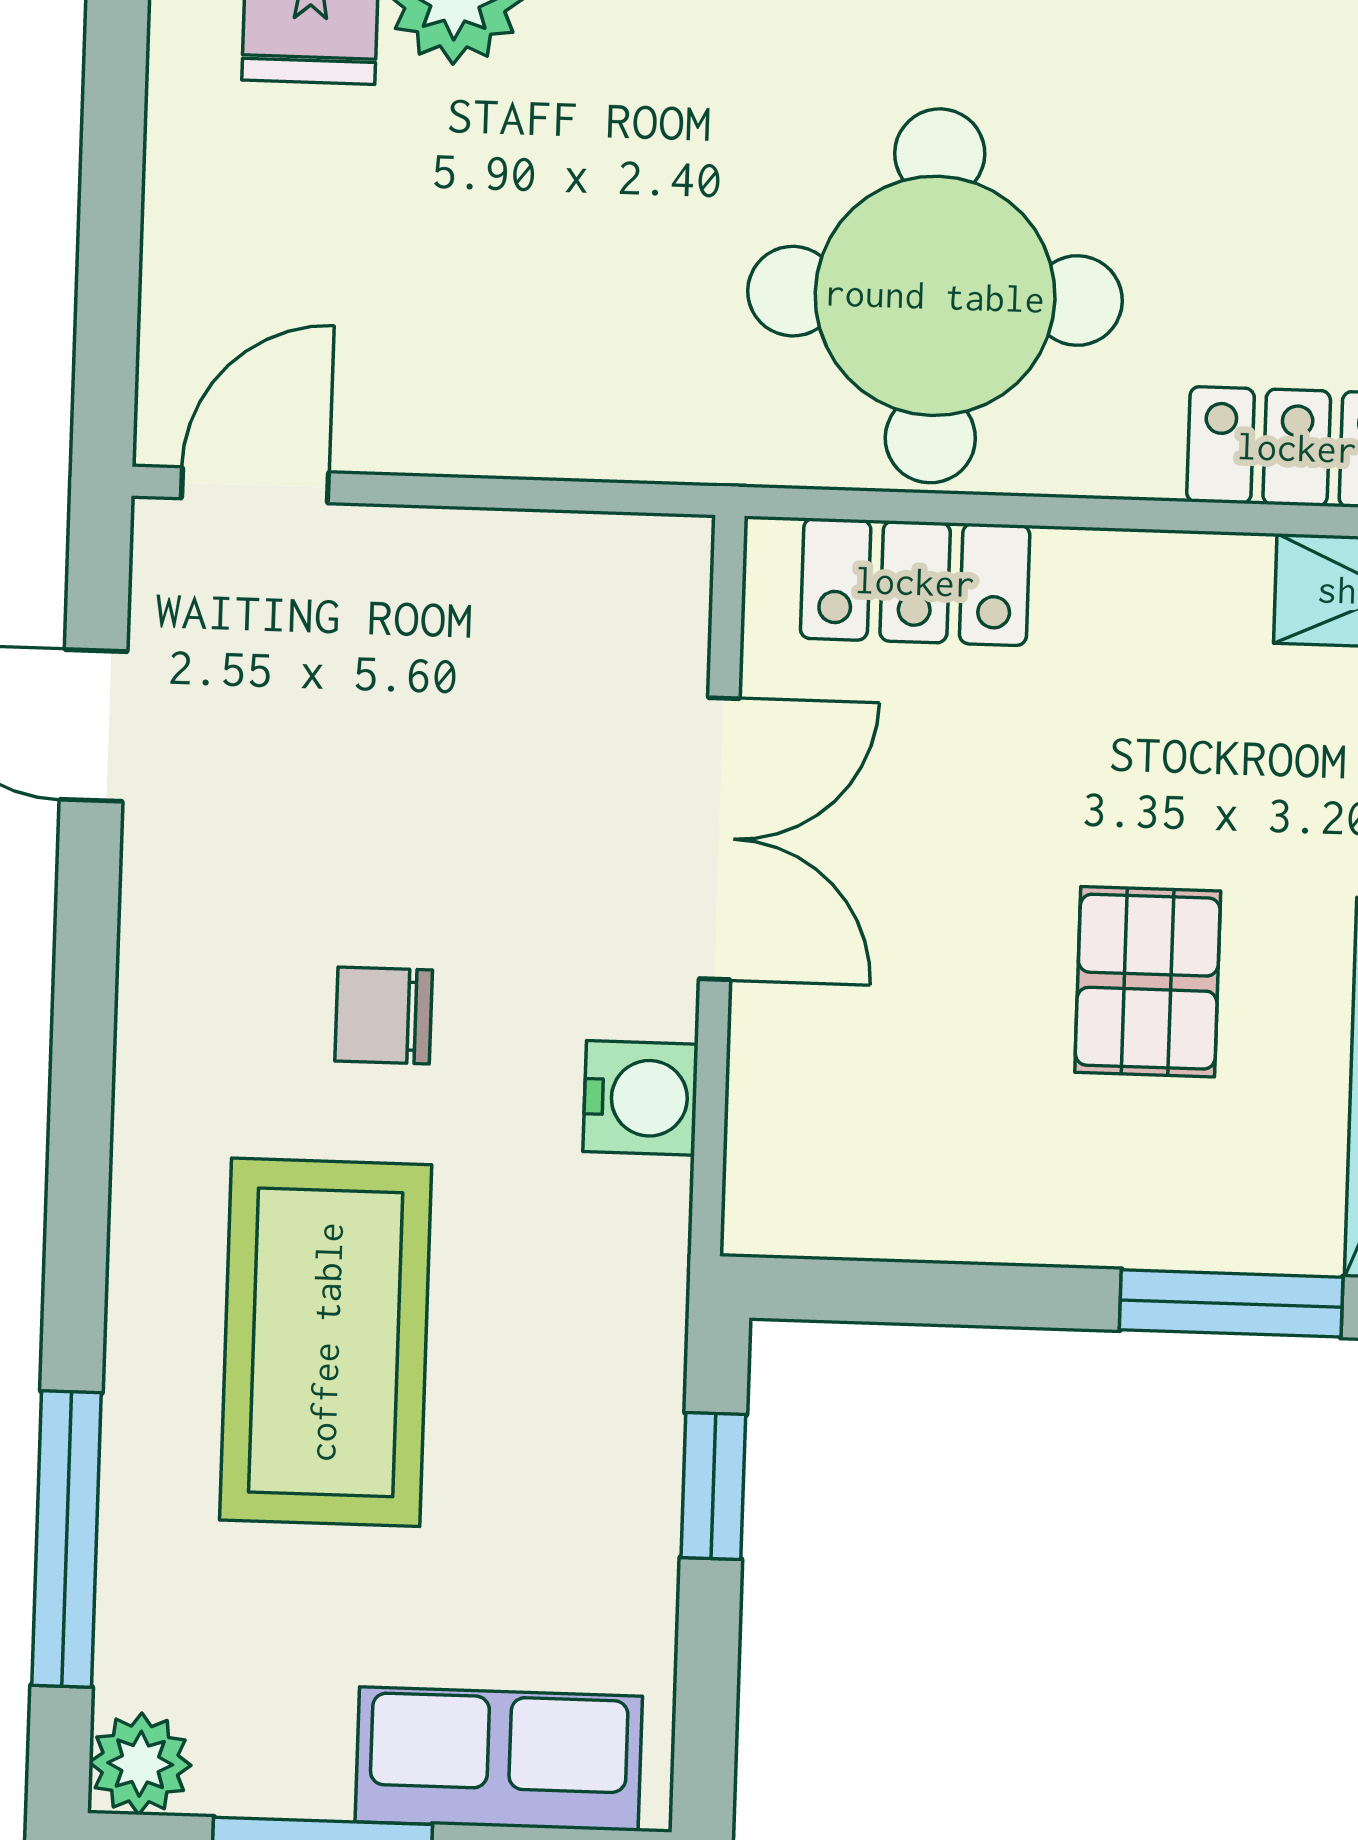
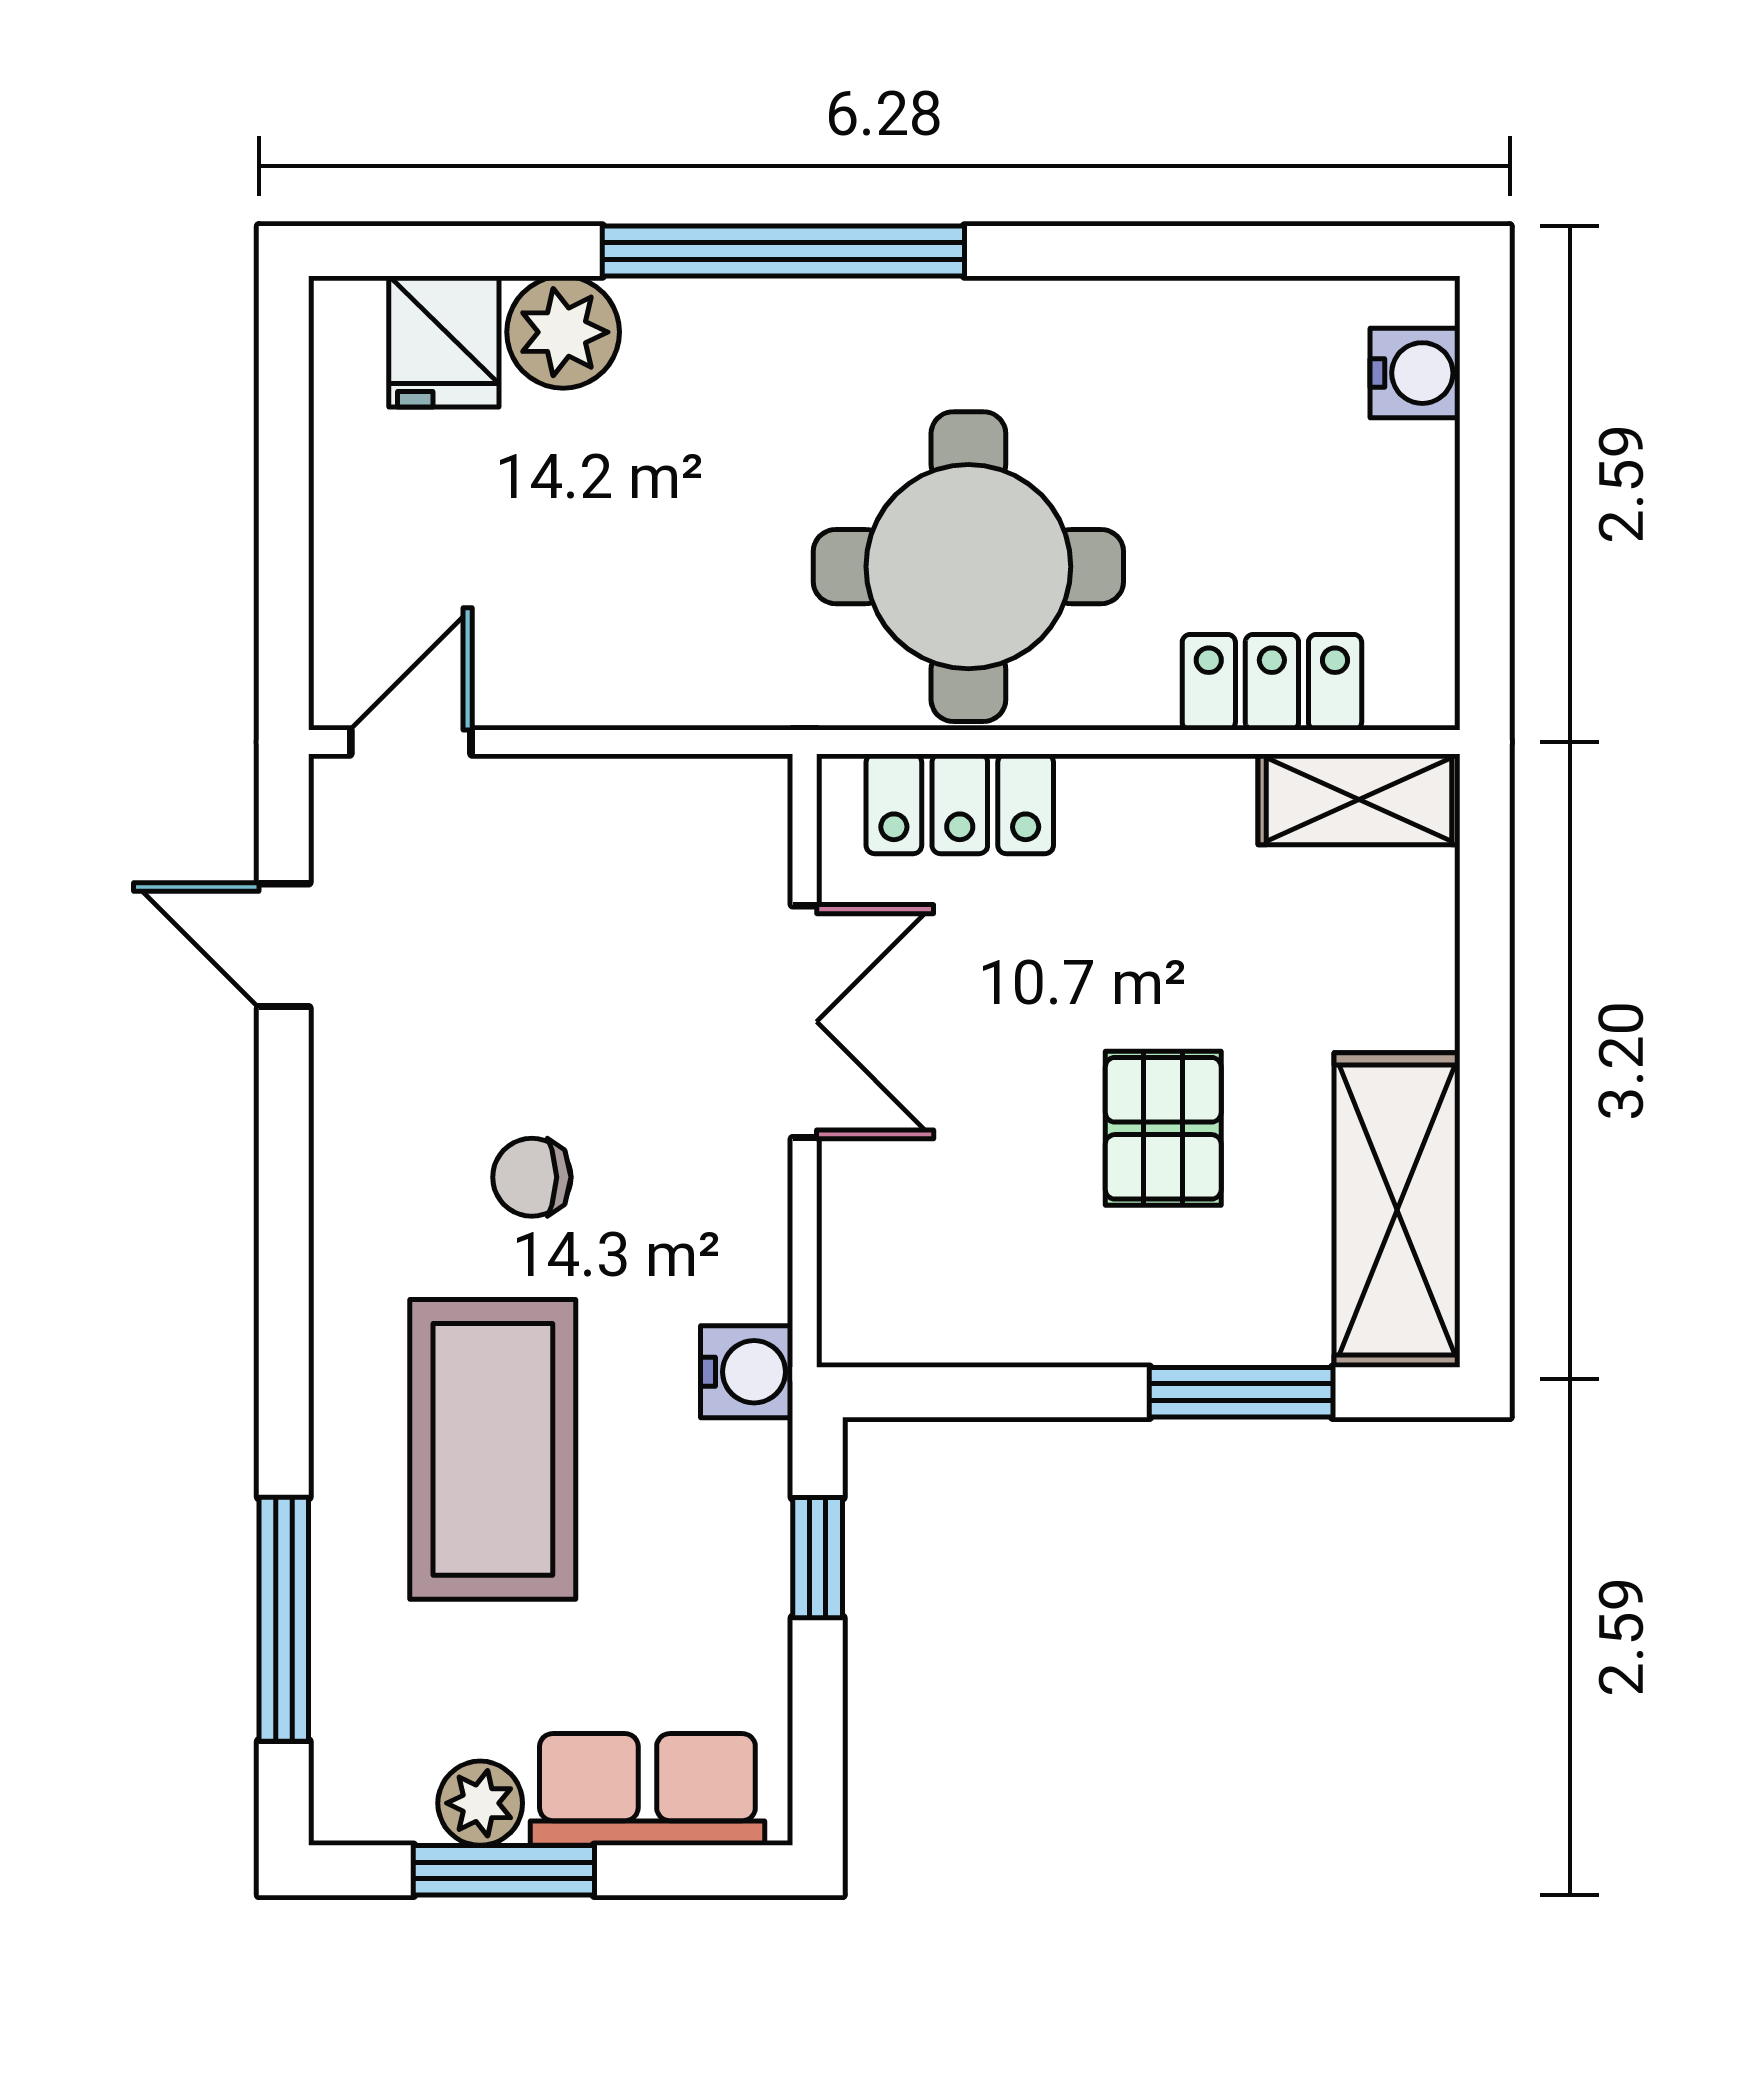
water cooler: (640, 1098) -> (747, 1372), moved
plant: (140, 1764) -> (480, 1803), moved

